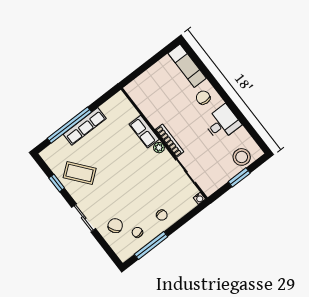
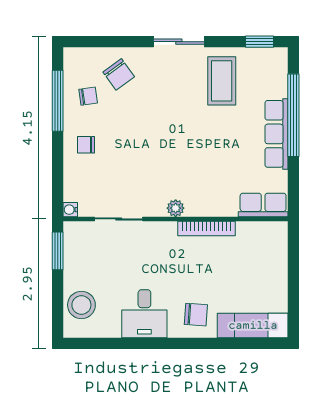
row of seats: (144, 132) -> (263, 205), moved
bookcase: (170, 141) -> (206, 229), moved
coffee table: (80, 173) -> (222, 81), turned -51
window: (239, 177) -> (58, 251), moved
window: (57, 183) -> (259, 42), moved
sliding door: (84, 218) -> (179, 42), moved

